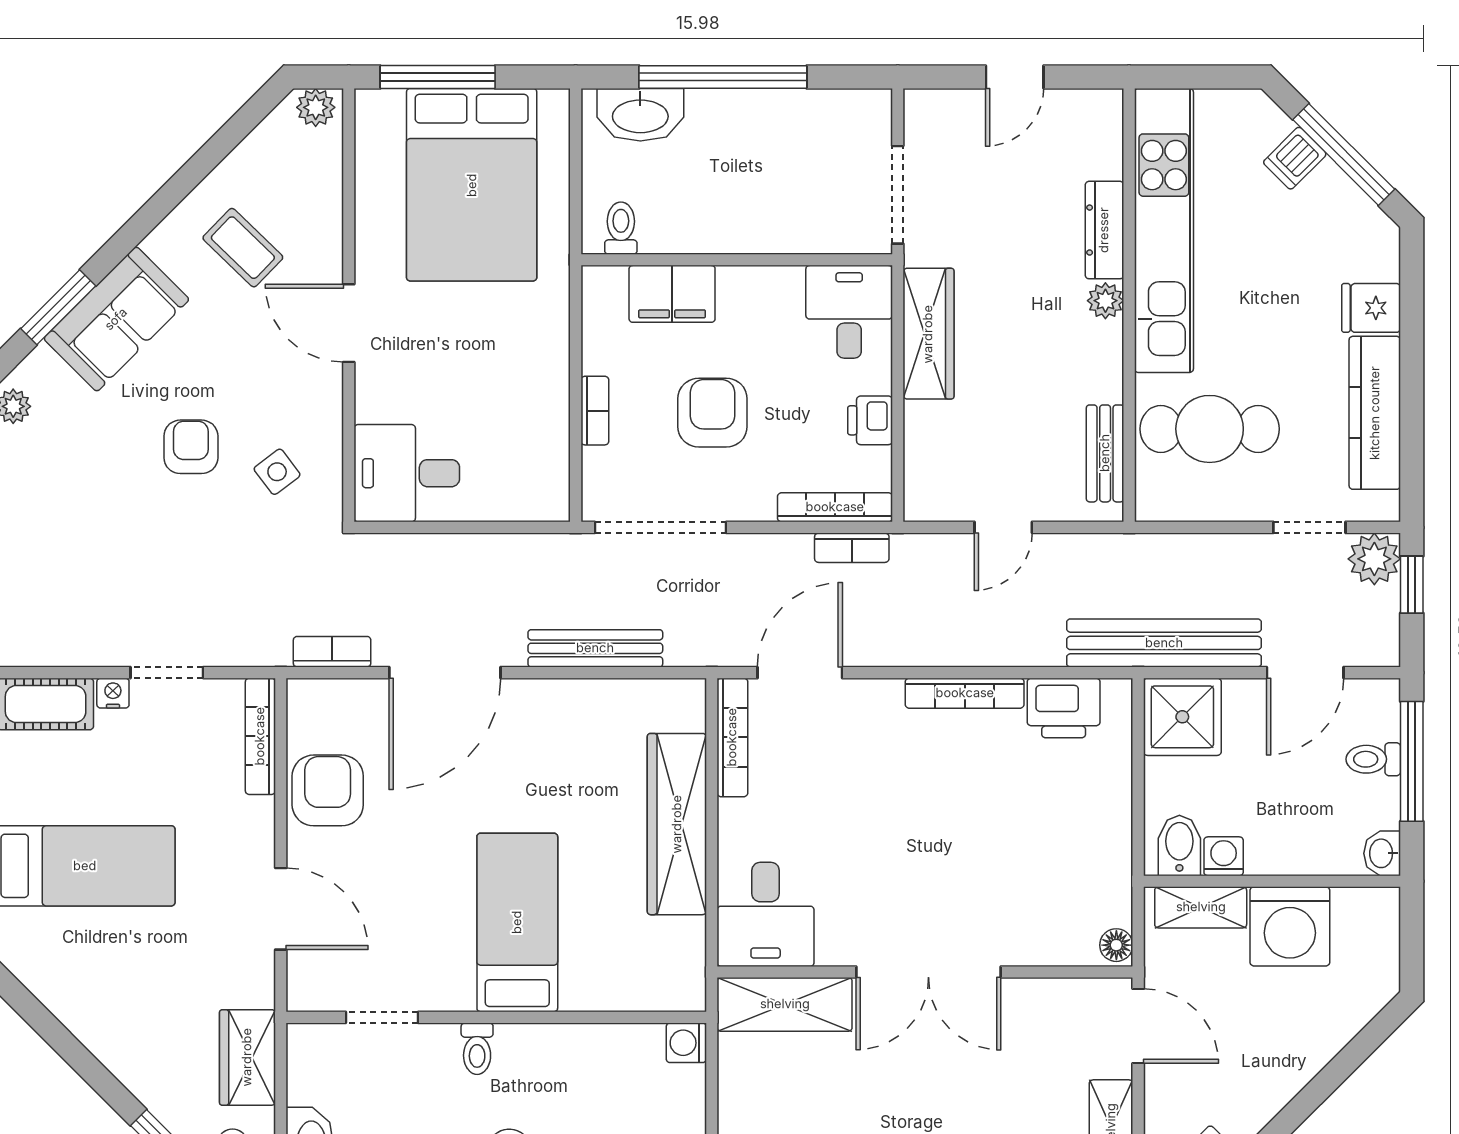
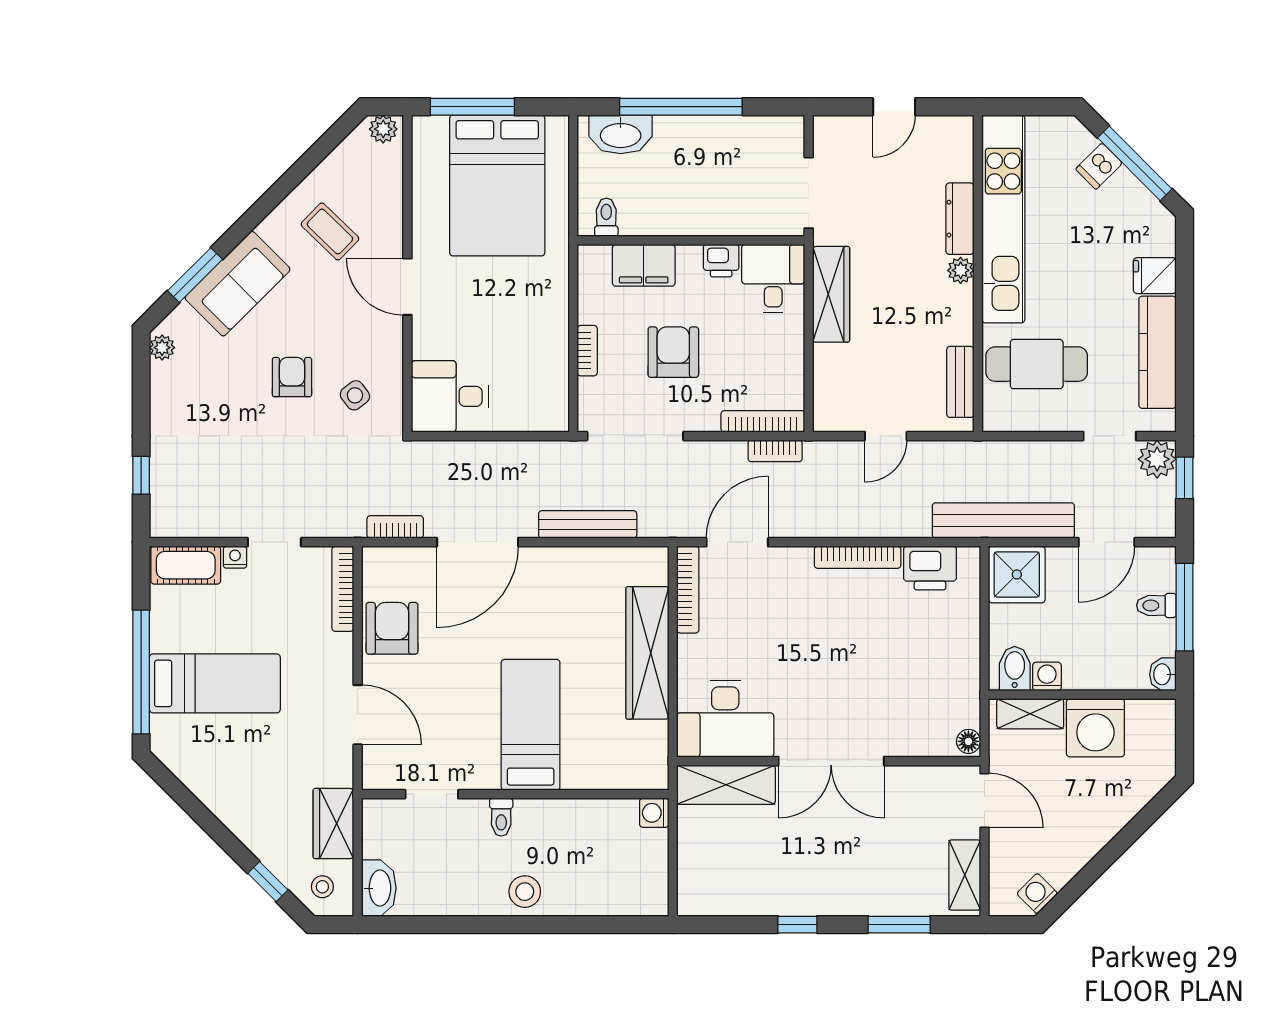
printer: (870, 420) -> (721, 261), moved, turned -90
desk: (766, 914) -> (725, 719), width x1.37

